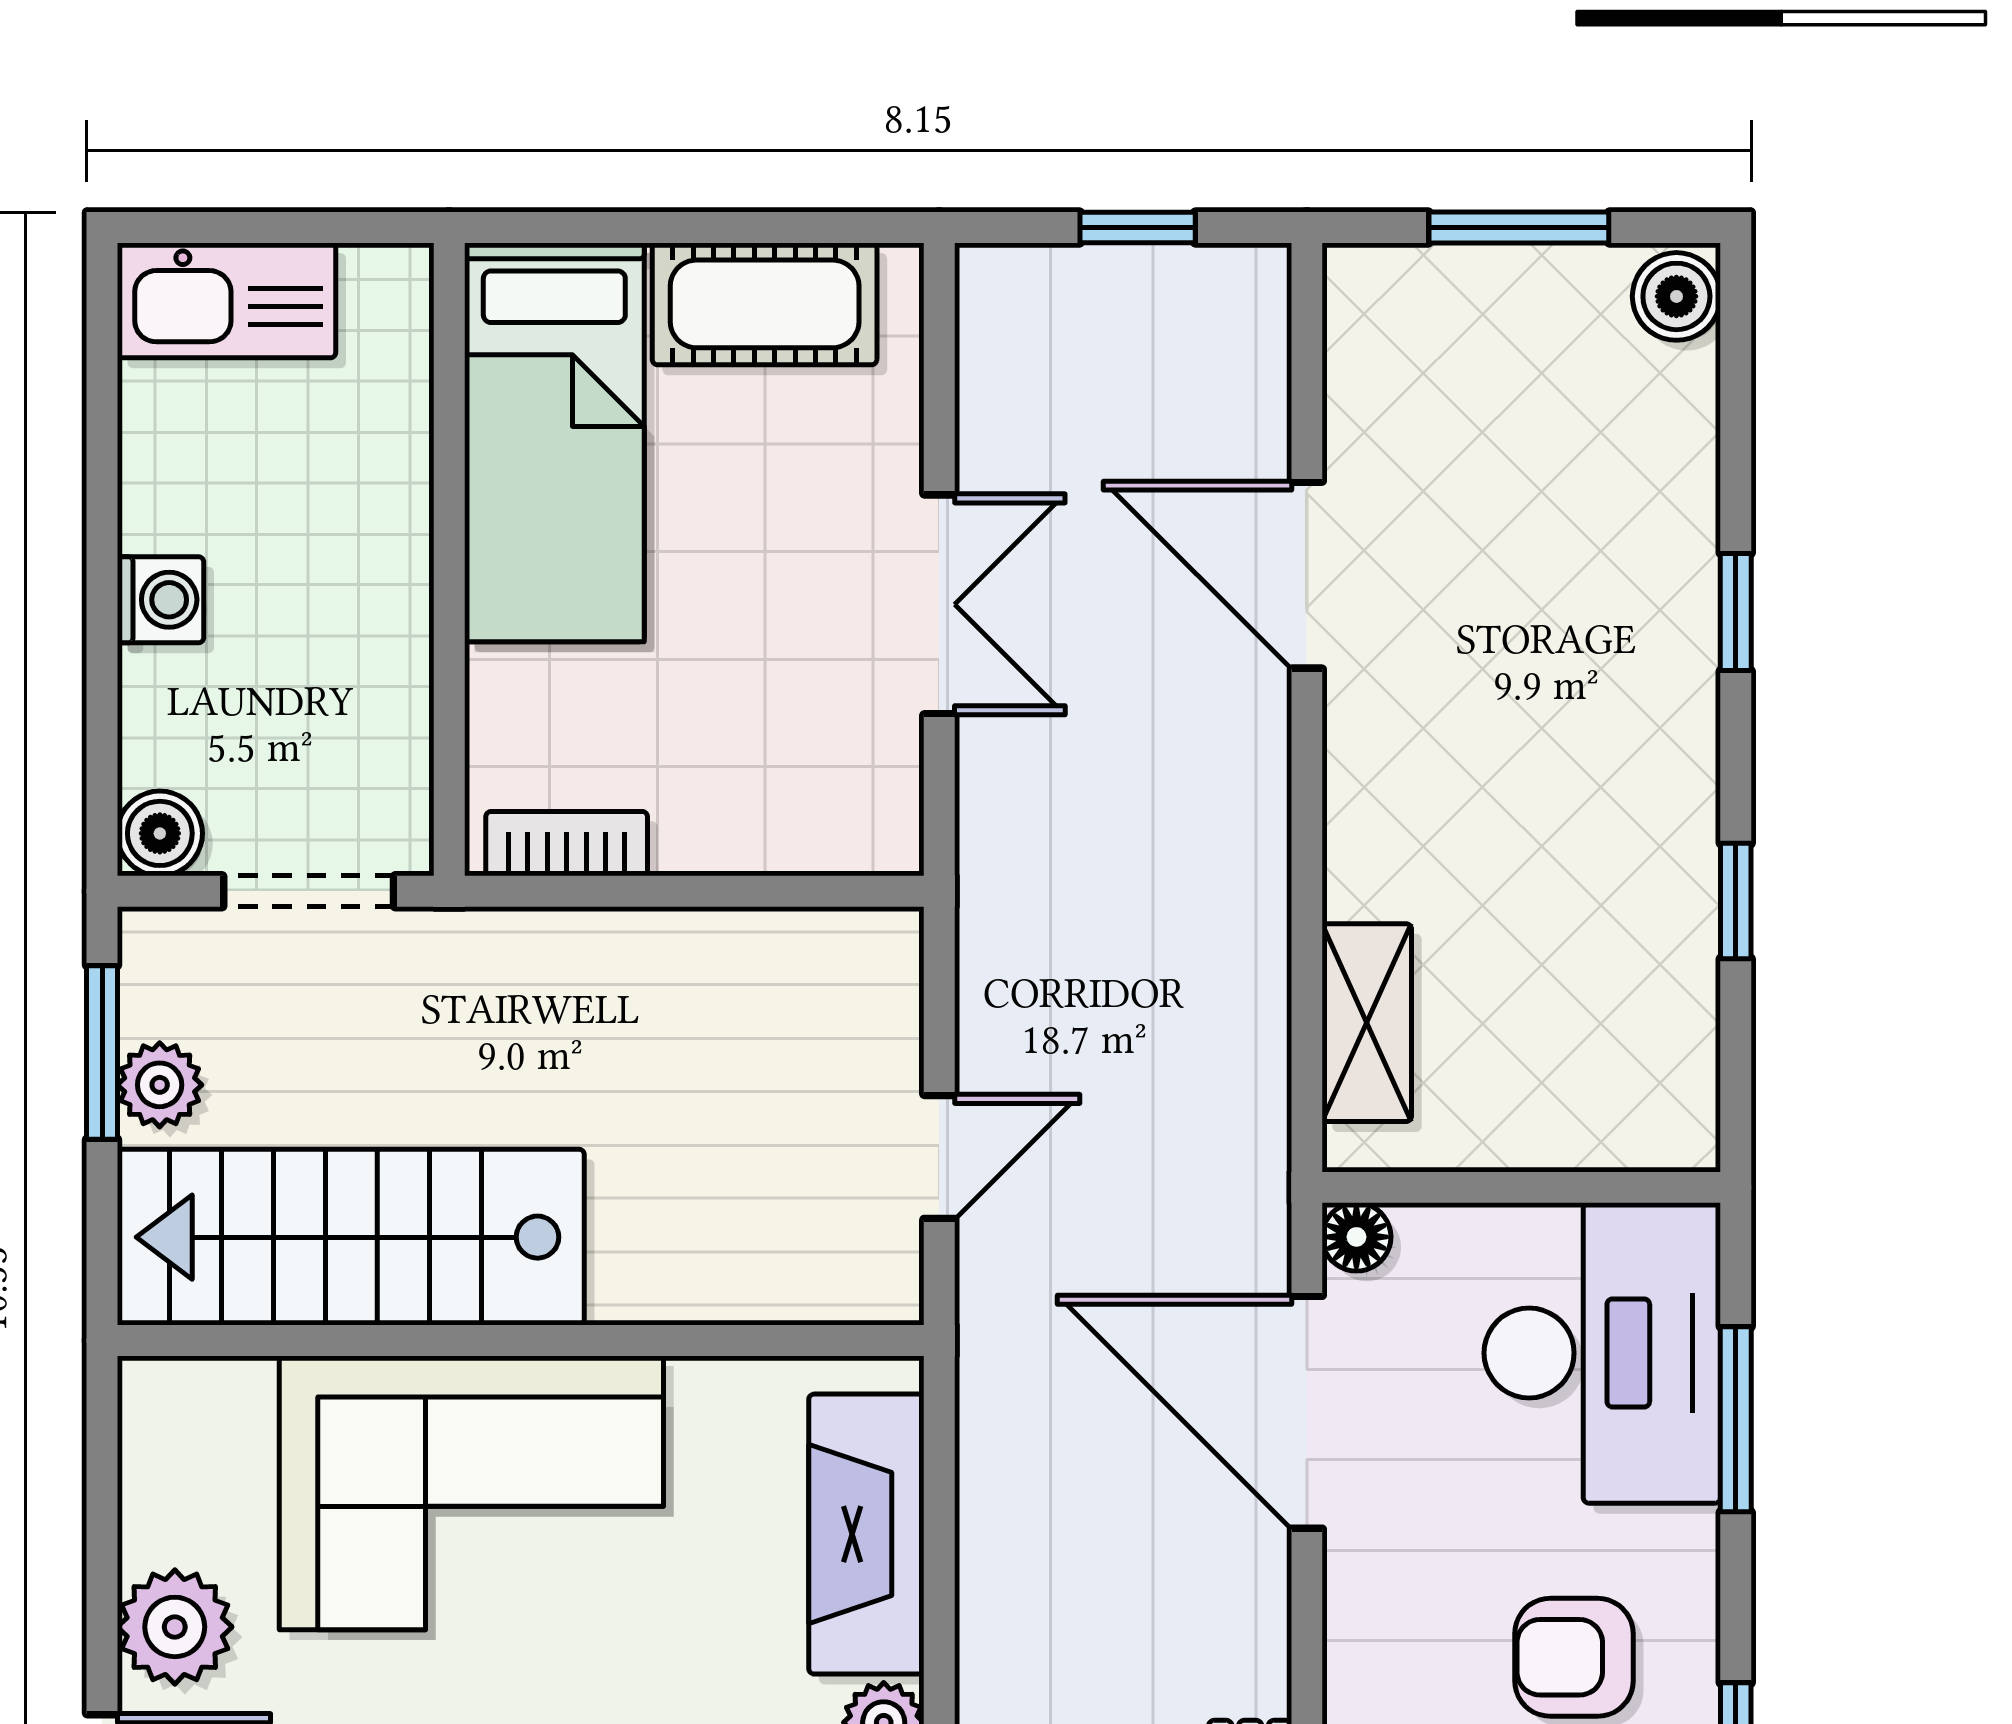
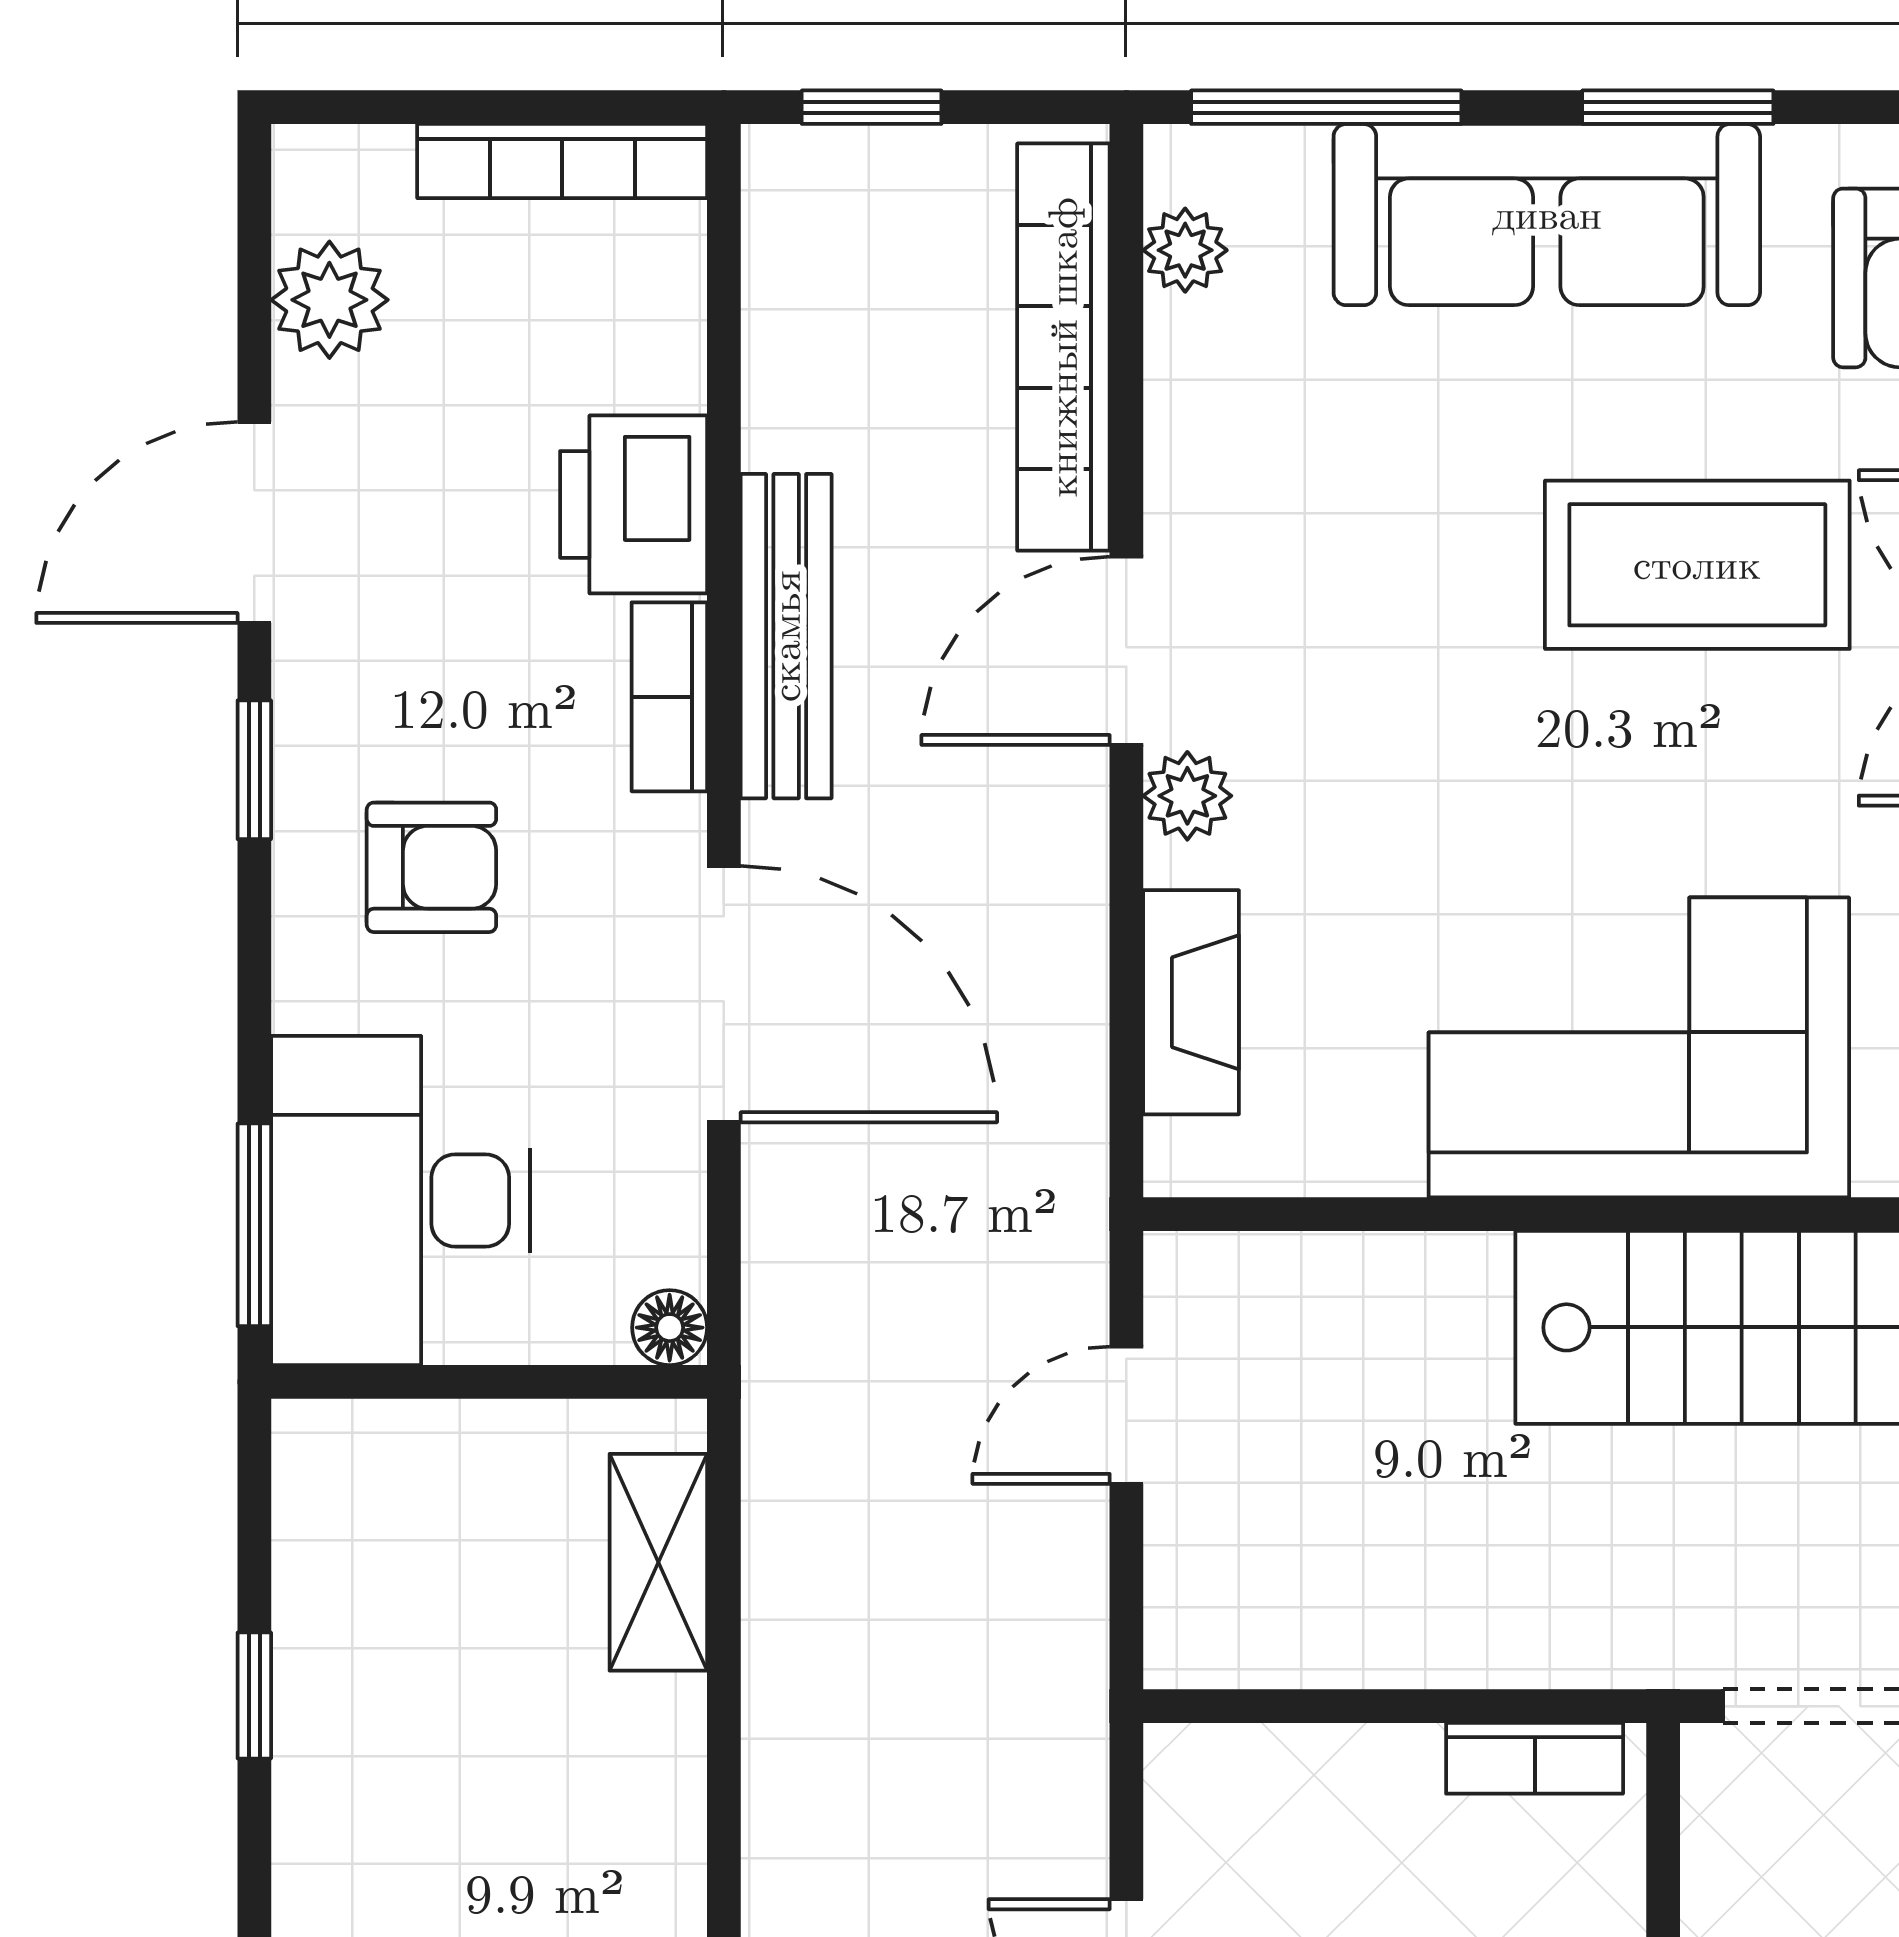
door: (1307, 1412) -> (724, 994), moved
window: (1736, 1419) -> (254, 1225), moved
fireplace: (866, 1534) -> (1191, 1002), width x0.73, depth x0.76

